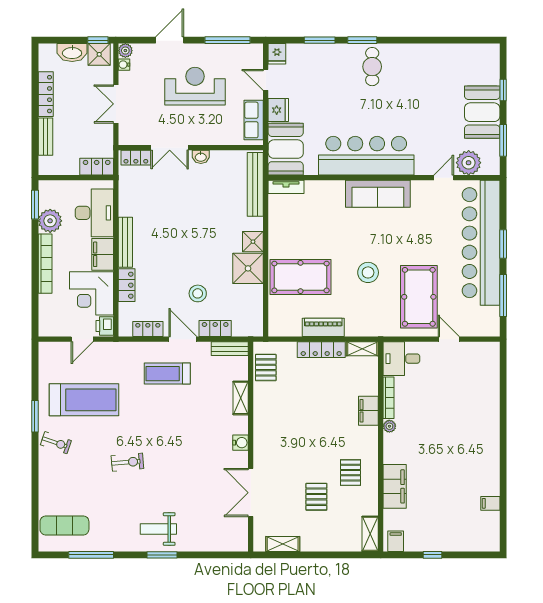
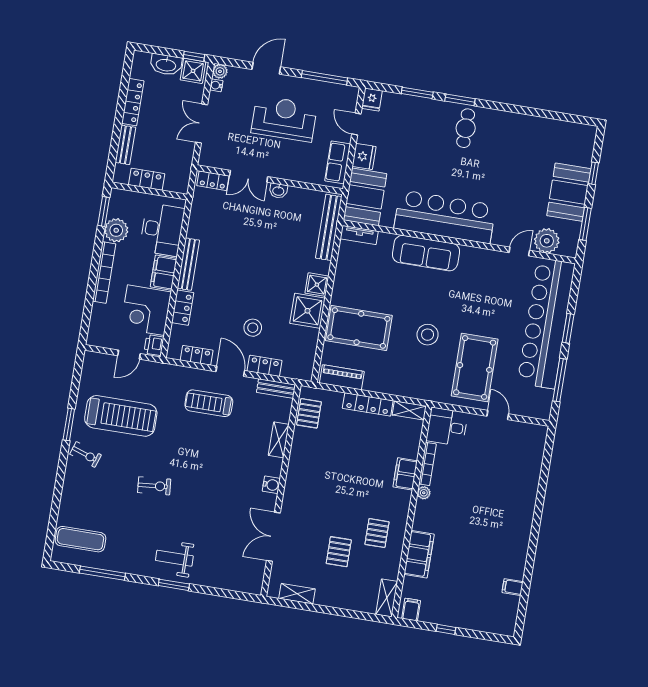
locker: (97, 167) -> (147, 179), moved
sofa: (378, 194) -> (426, 253), moved
piano: (323, 327) -> (342, 377), moved

